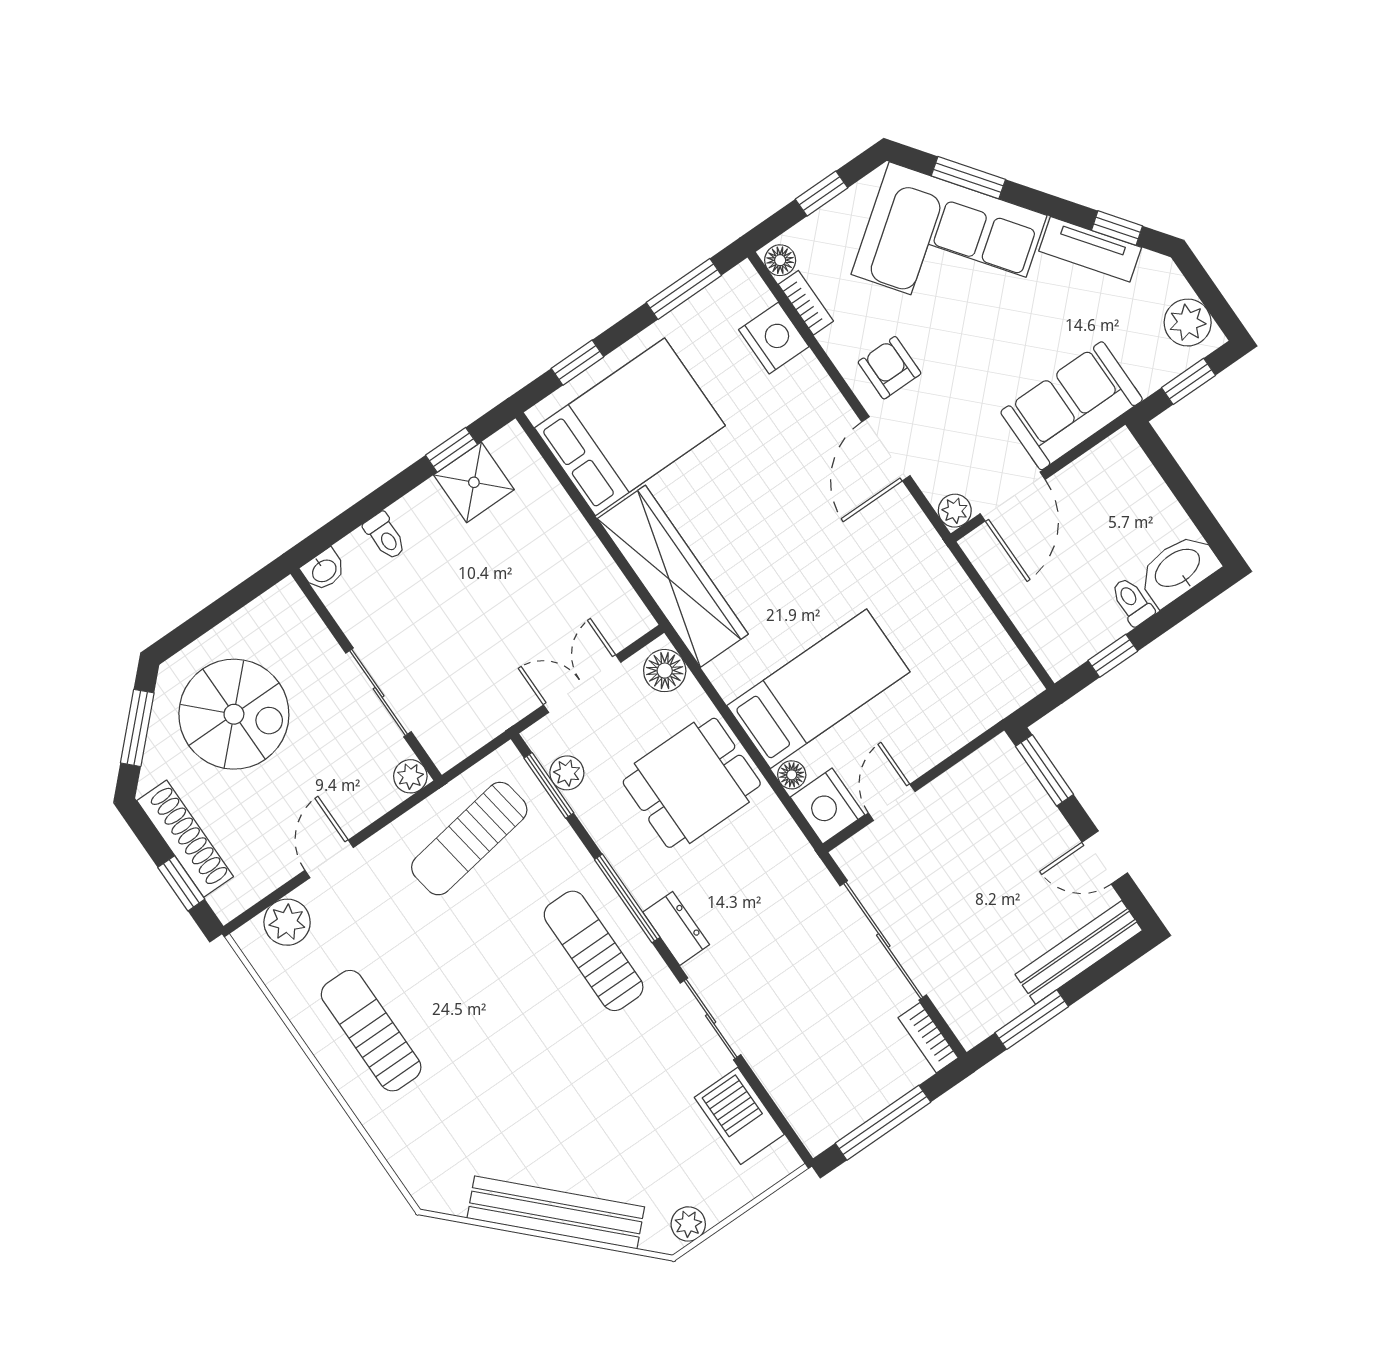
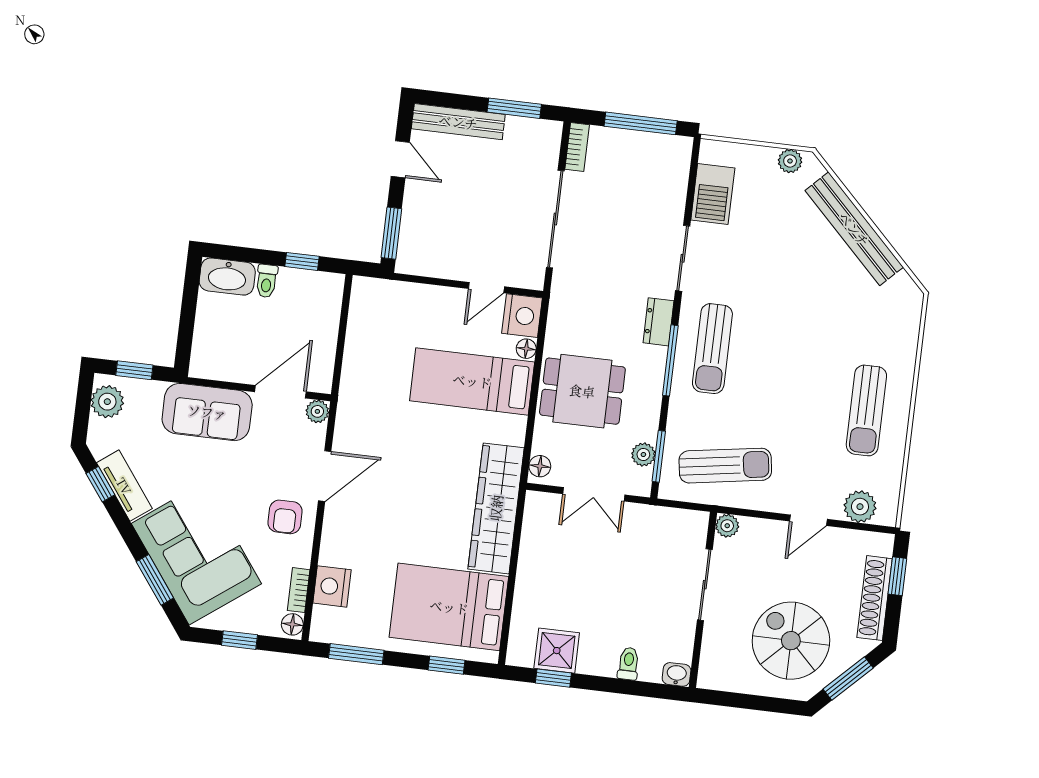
floor lamp: (665, 671) -> (540, 466), width x0.73, depth x0.73

